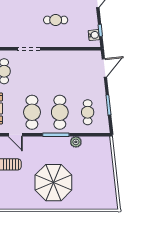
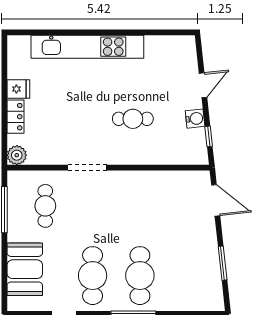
water cooler: (94, 35) -> (195, 119), moved
door: (104, 68) -> (216, 200), hinge flipped
cafe table: (88, 112) -> (187, 276), removed

